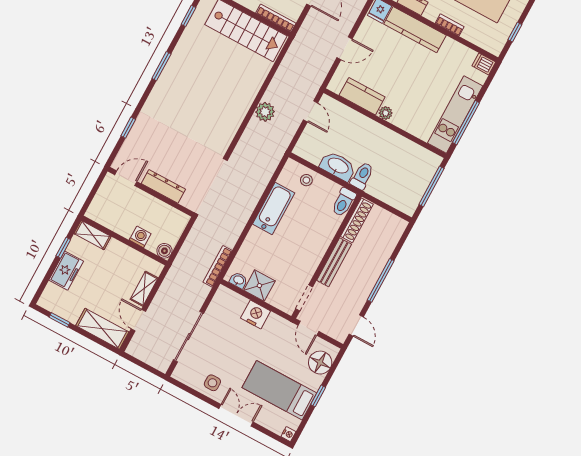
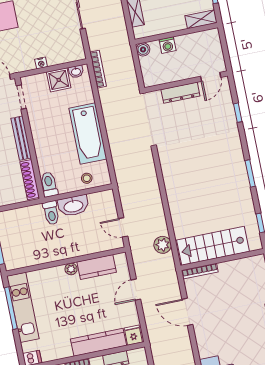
plant: (265, 112) -> (163, 245), moved
bathtub: (274, 208) -> (88, 134), width x1.36, depth x1.36
nightstand: (256, 314) -> (41, 63), width x0.53, depth x0.56

